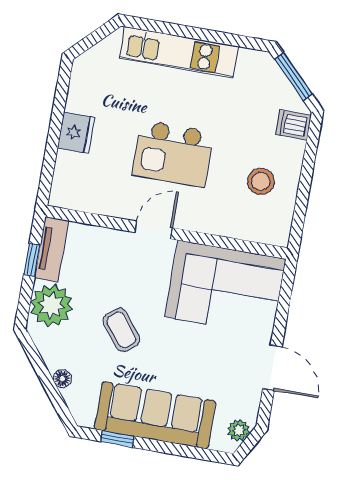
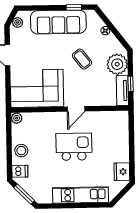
fridge: (76, 133) -> (122, 172), moved
stool: (261, 181) -> (21, 151), moved
plant: (279, 235) -> (17, 118), added

